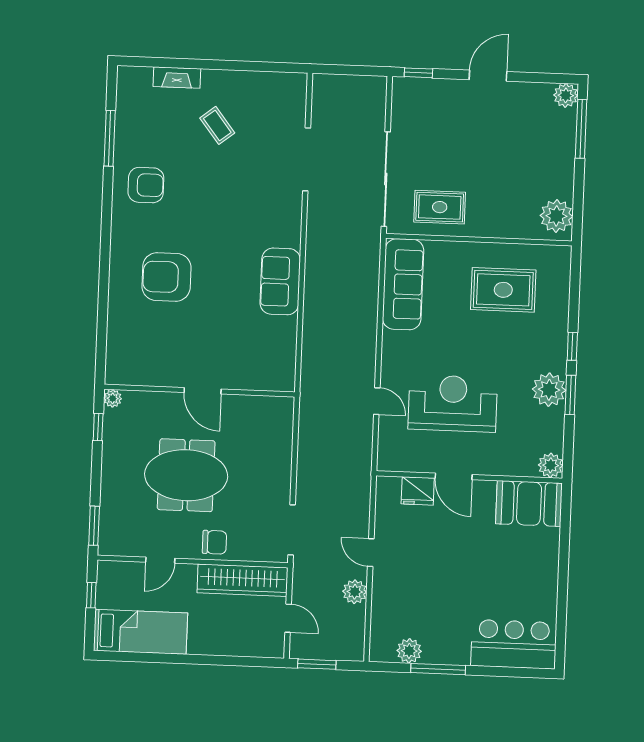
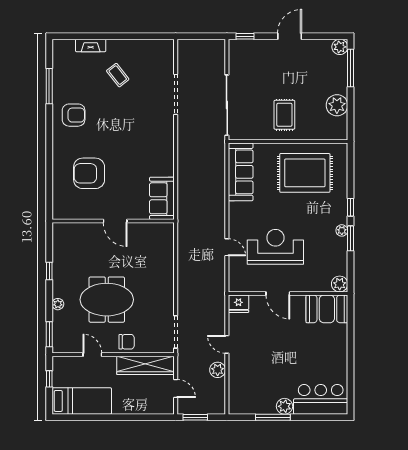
rug: (440, 207) -> (284, 115), moved, turned 90
plant: (556, 216) -> (337, 105), moved
sofa: (280, 281) -> (162, 198), moved
rug: (503, 290) -> (305, 173), width x1.37, depth x1.44
plant: (549, 390) -> (342, 230), width x0.53, depth x0.53
wall: (199, 391) -> (113, 221), moved
door: (203, 391) -> (115, 221), moved
plant: (113, 398) -> (58, 304), moved
fridge: (418, 491) -> (238, 304), moved
door: (160, 560) -> (92, 355), swing flipped
plant: (409, 651) -> (285, 406), moved

